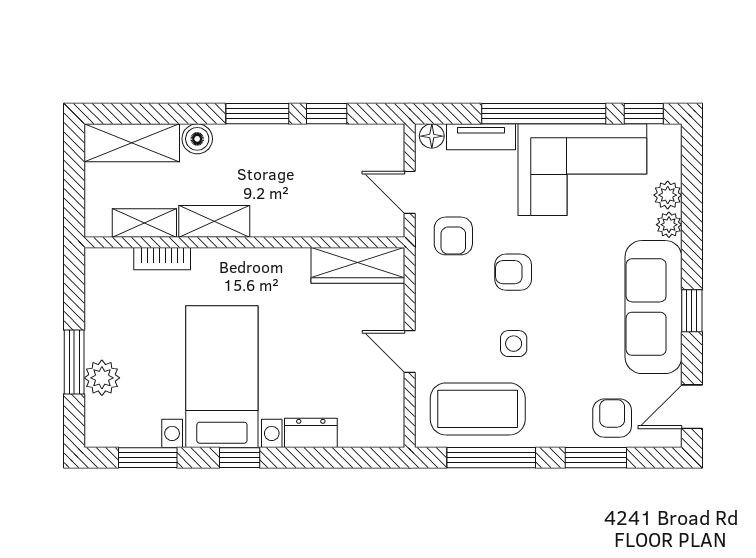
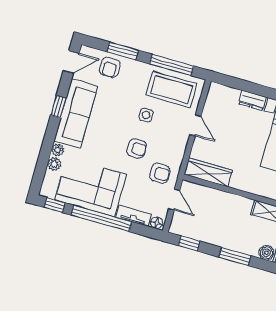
window: (327, 114) -> (189, 243), moved
armchair: (453, 236) -> (160, 173), turned 90

